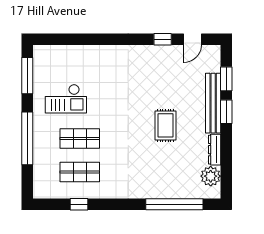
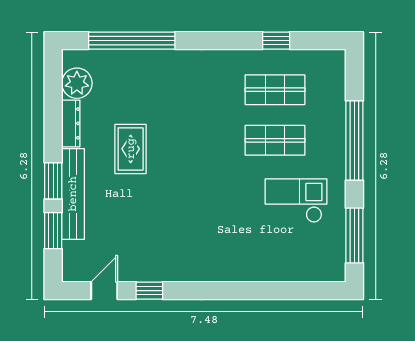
rug: (166, 125) -> (131, 149), moved

